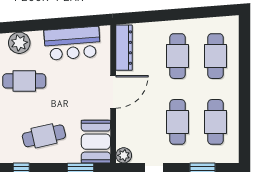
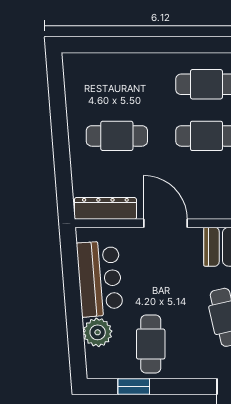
plant: (19, 43) -> (98, 332), moved
cafe table: (215, 56) -> (117, 84), removed

